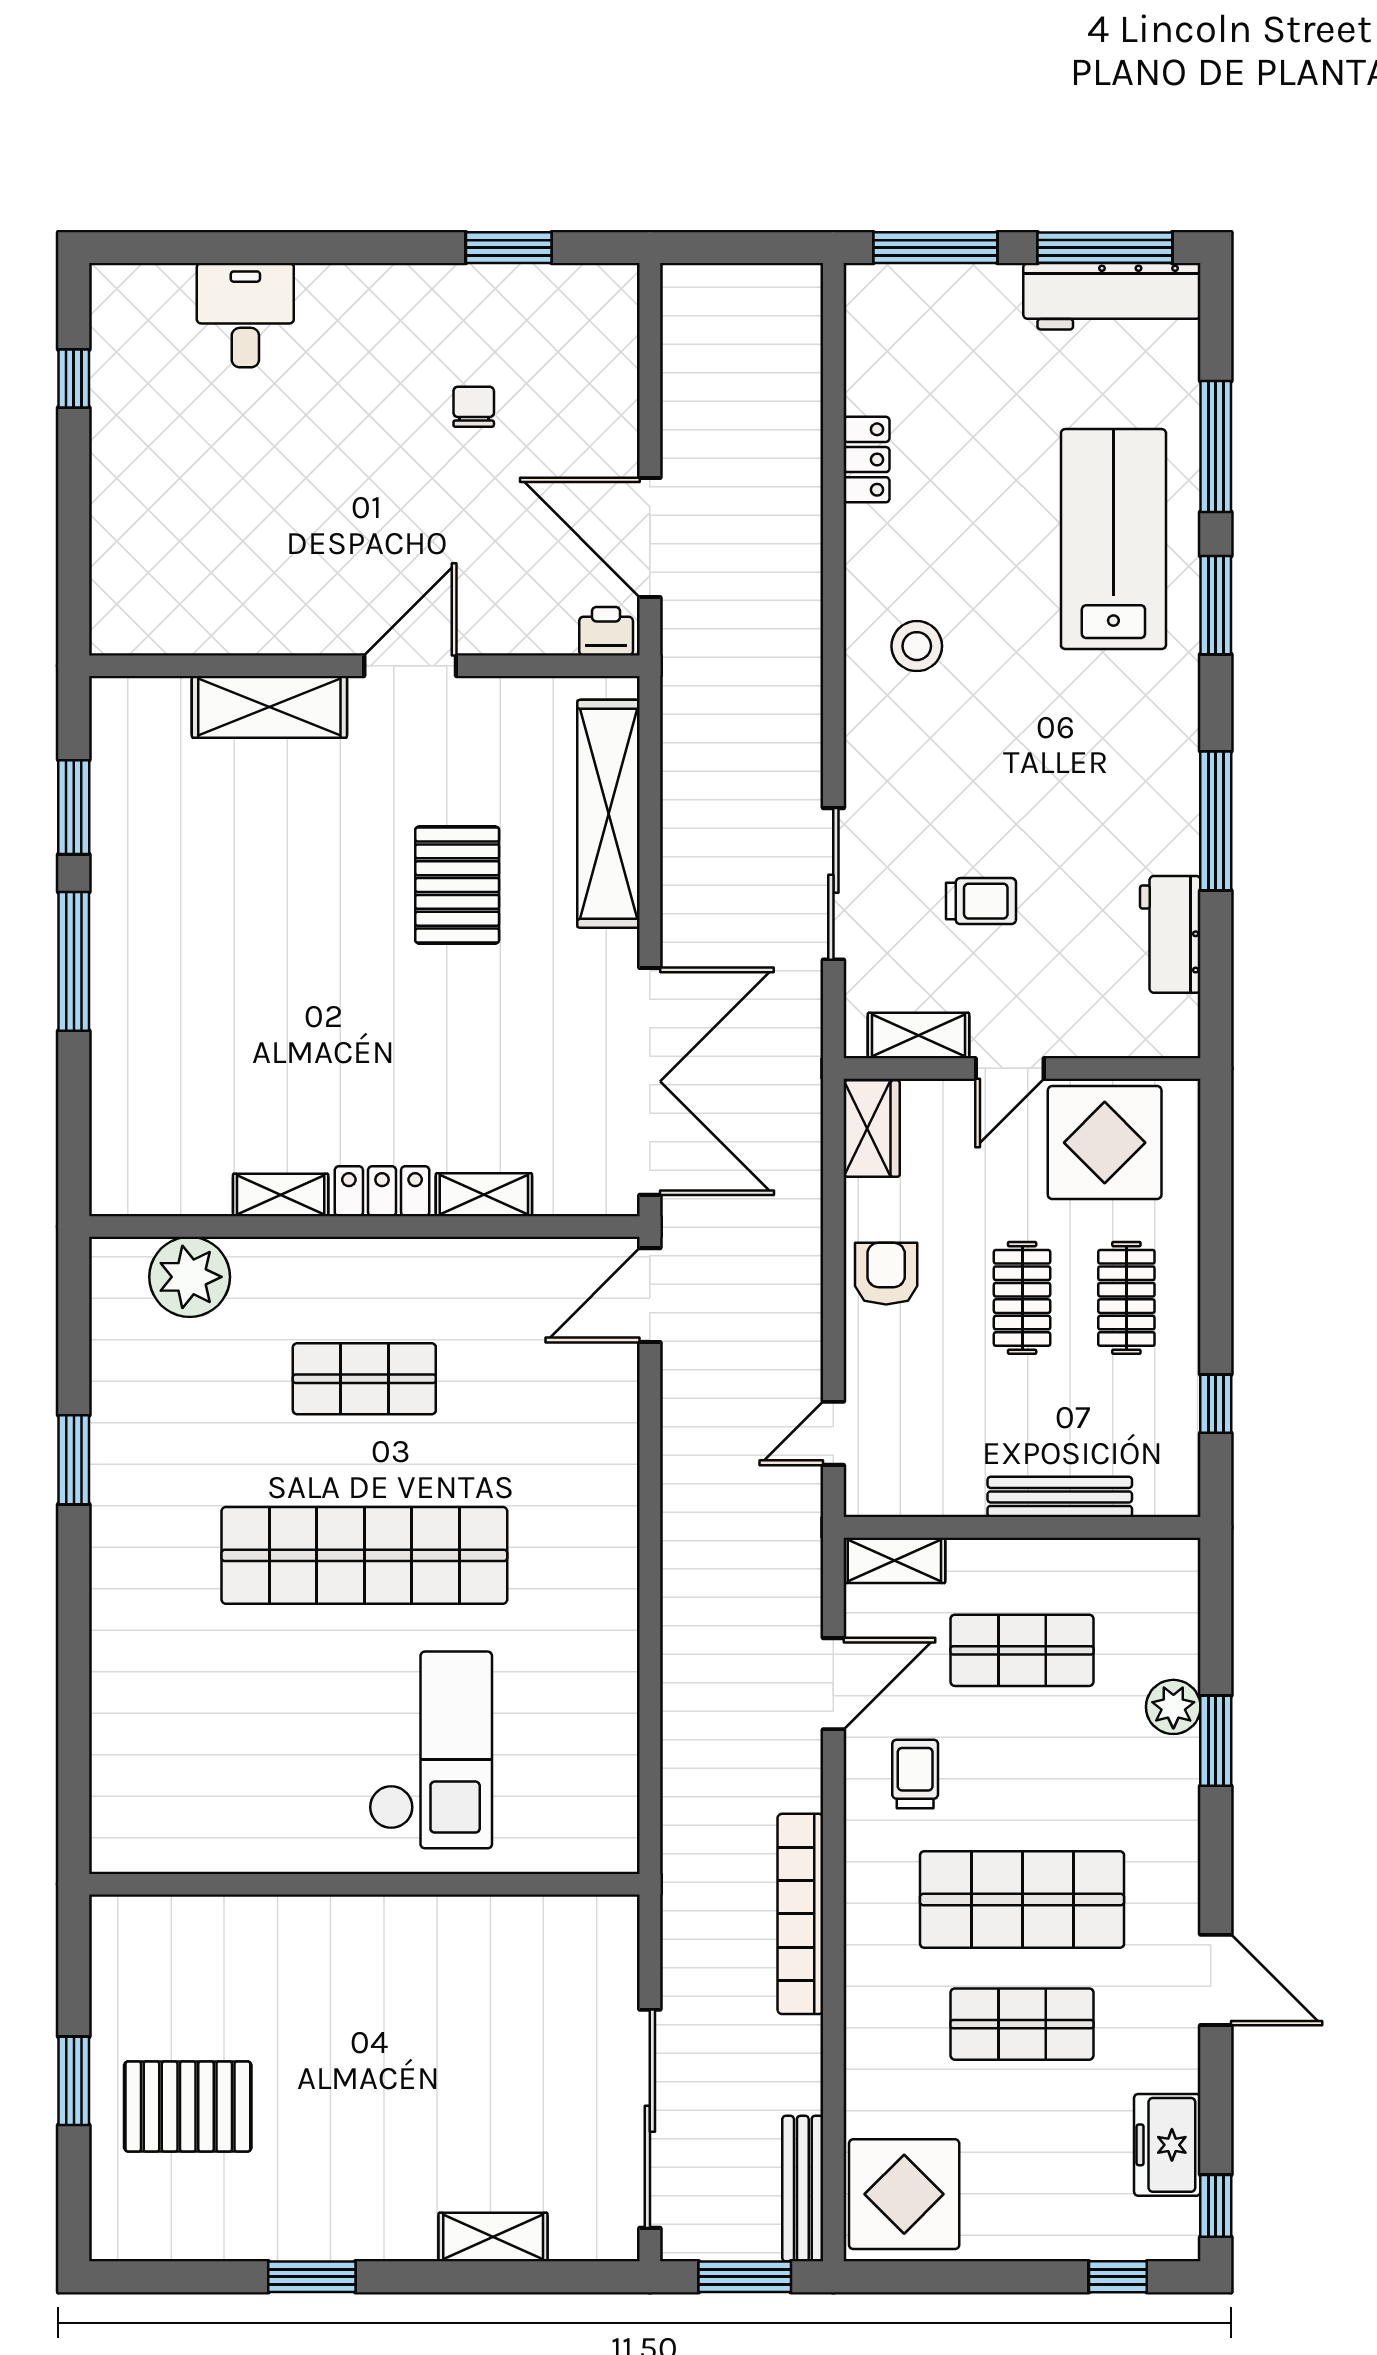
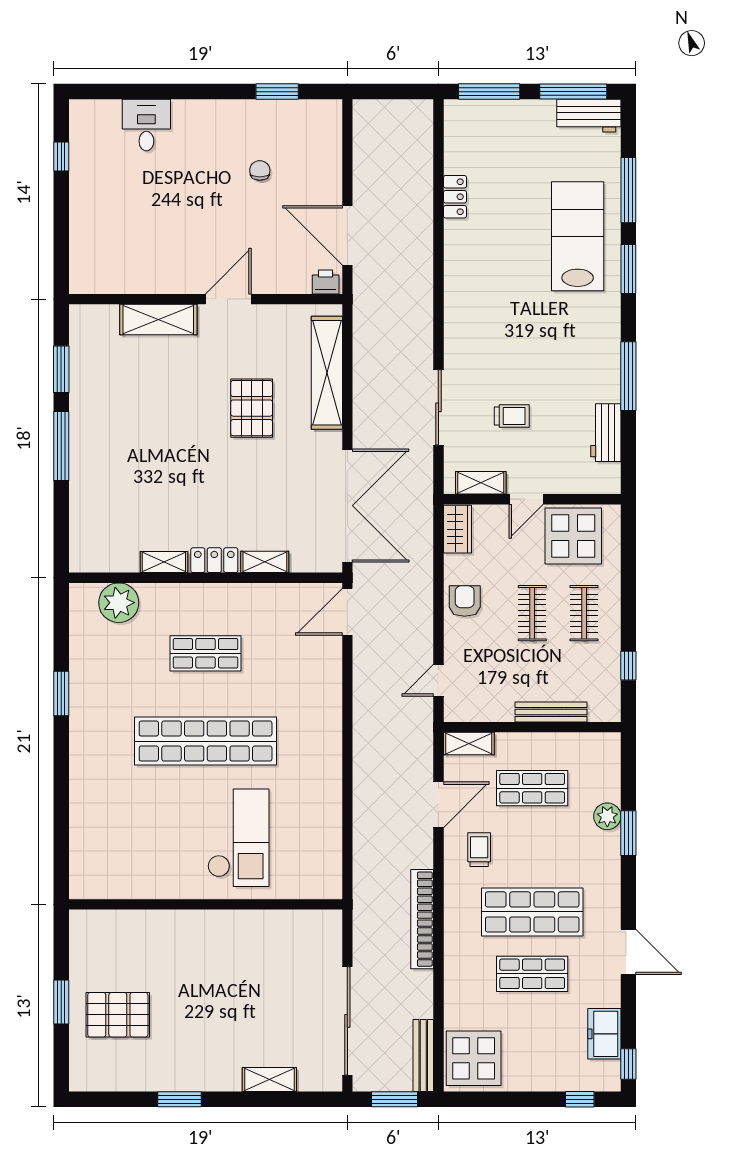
workbench: (1112, 296) -> (589, 116), width x0.73
stool: (917, 646) -> (480, 289), removed

